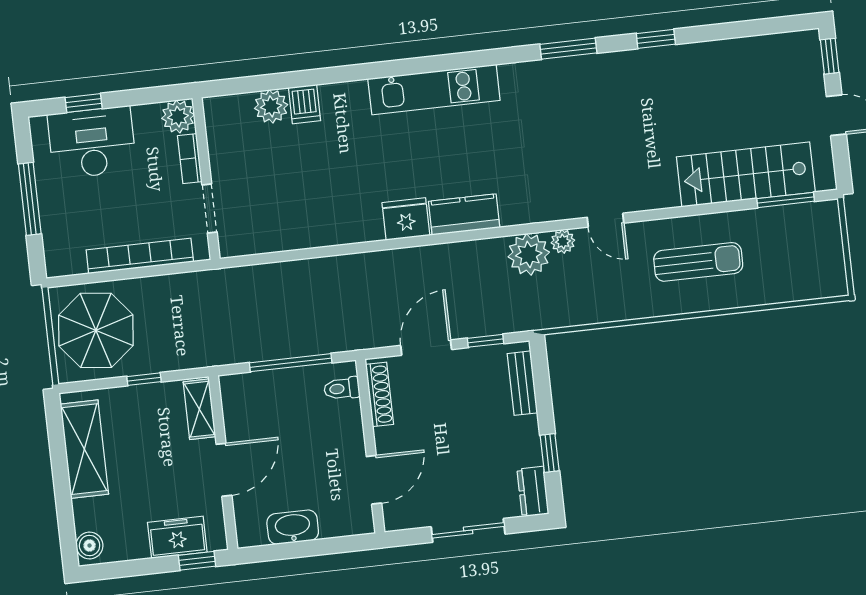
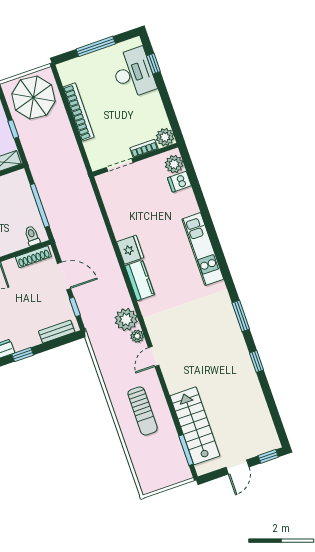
plant: (178, 117) -> (165, 137), moved
bookcase: (190, 159) -> (144, 148), moved
wall: (206, 179) -> (135, 160), moved
doorway: (209, 208) -> (120, 165), moved

